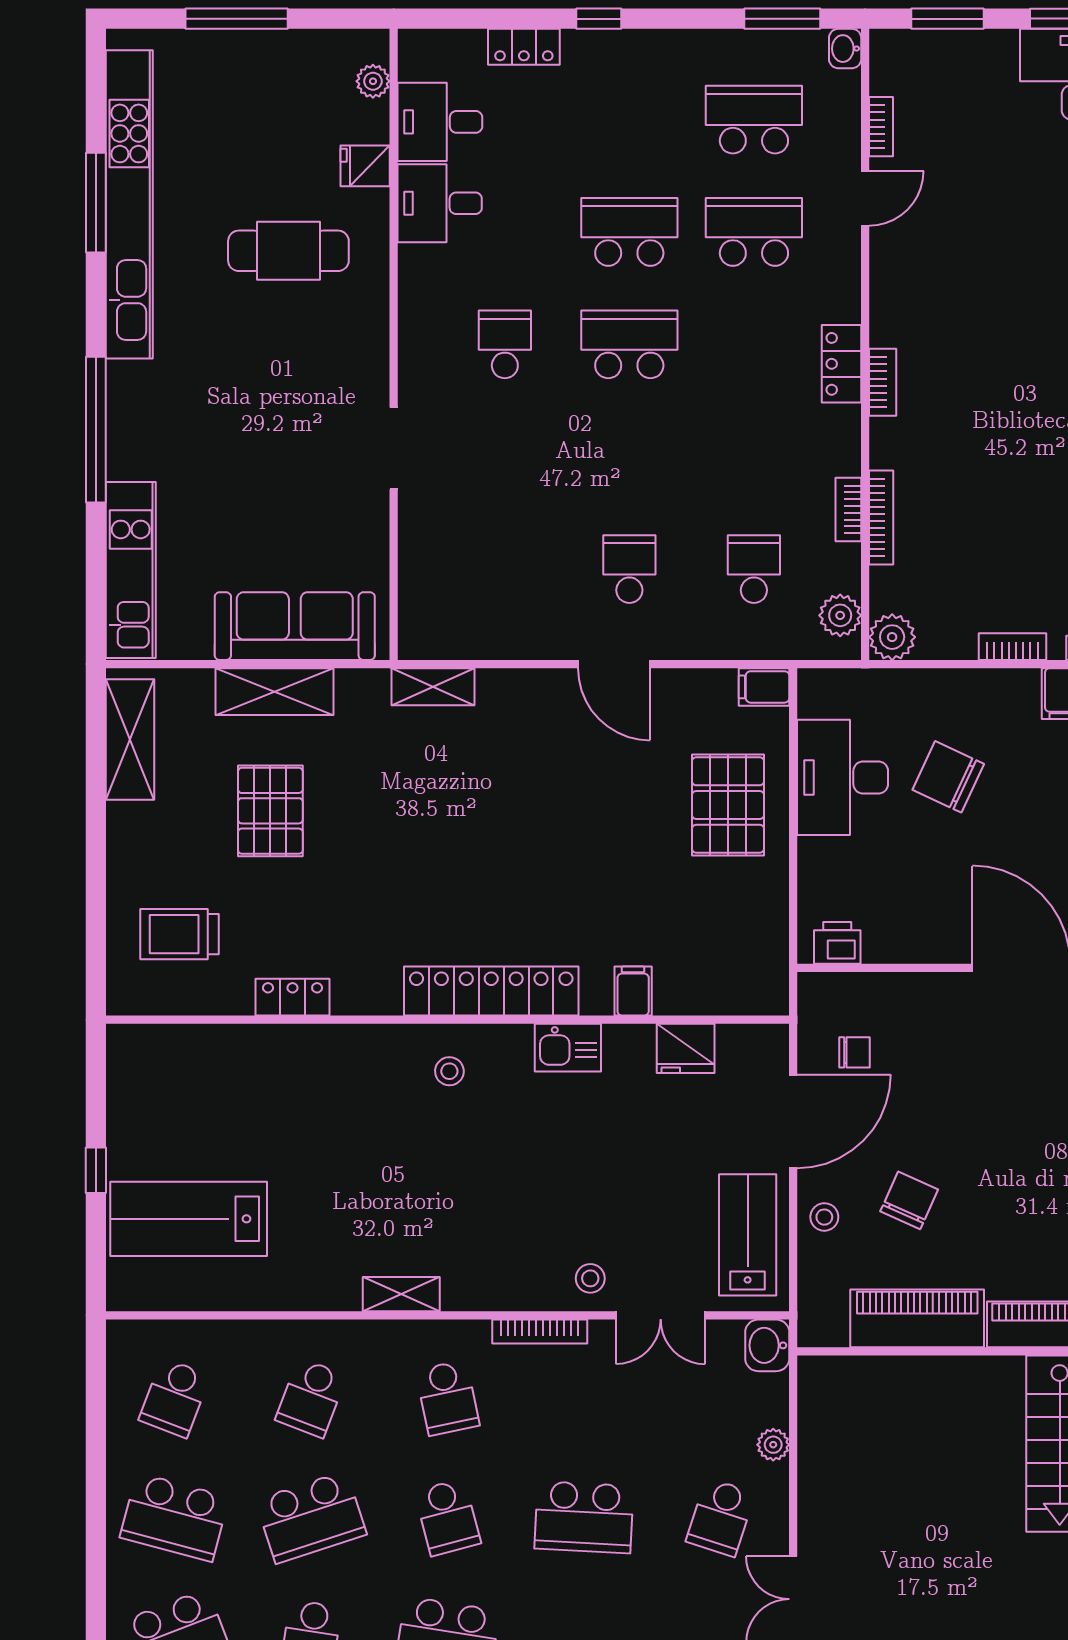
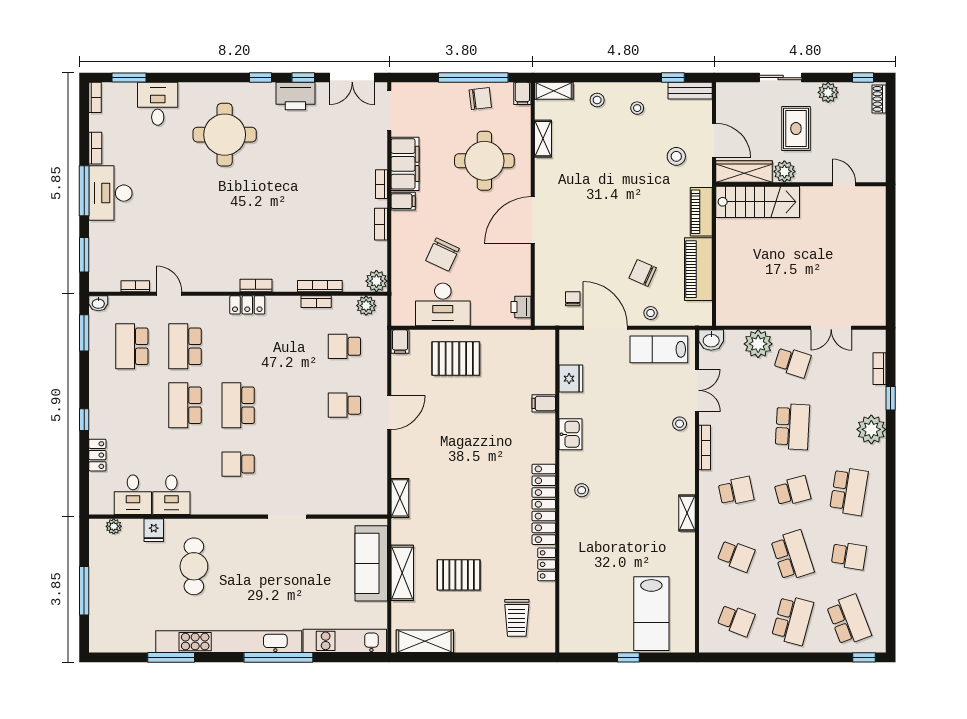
kitchen unit: (129, 204) -> (229, 642), moved
locker: (491, 991) -> (544, 504), moved
plant: (773, 1445) -> (758, 344), width x1.87, depth x1.87

